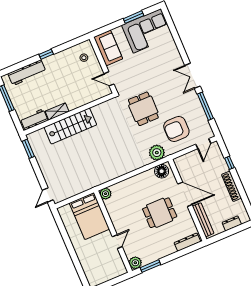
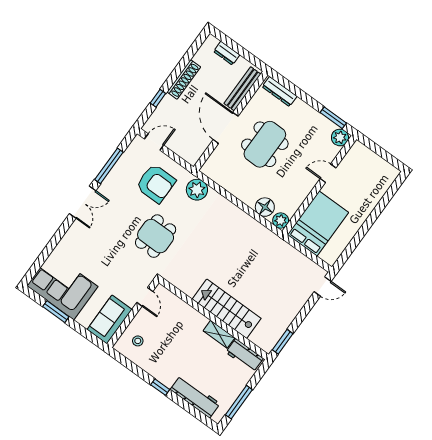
floor lamp: (162, 171) -> (265, 207), moved
dining table: (160, 213) -> (265, 144), width x1.38

